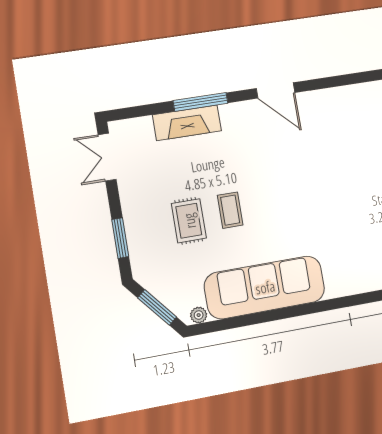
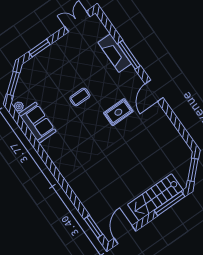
rug: (189, 221) -> (118, 112), moved
sofa: (265, 287) -> (37, 123), width x0.54, depth x0.79

